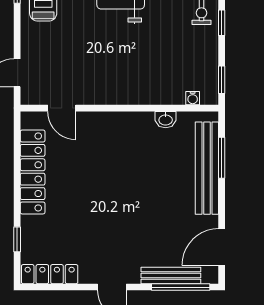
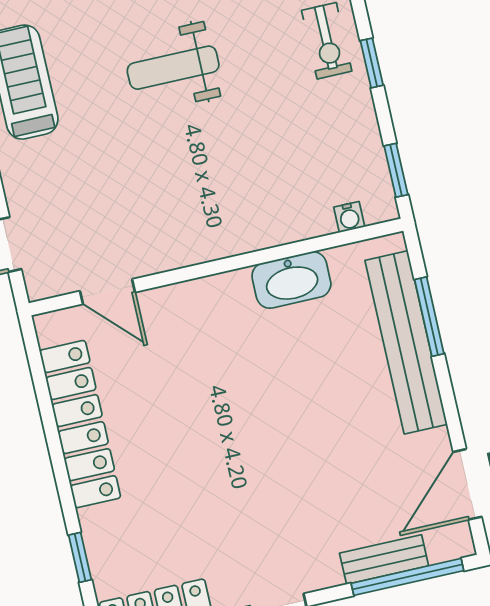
washbasin: (166, 120) -> (291, 280), width x1.91, depth x1.45
bench: (171, 275) -> (384, 559), width x0.73

